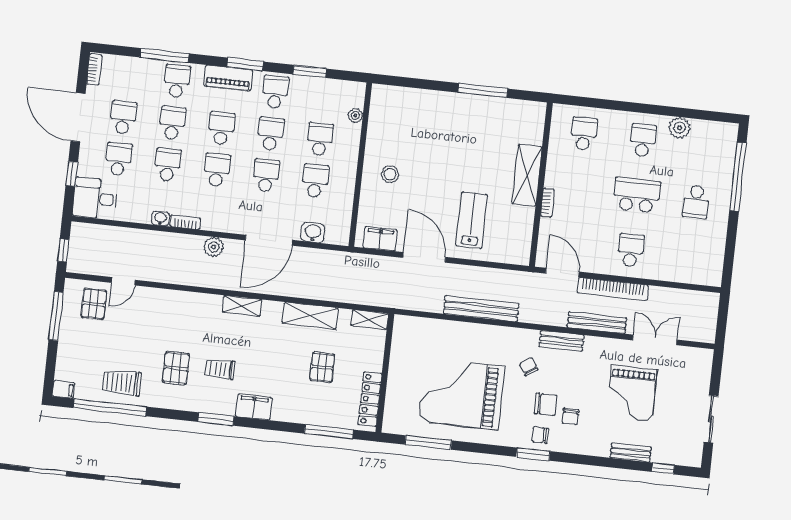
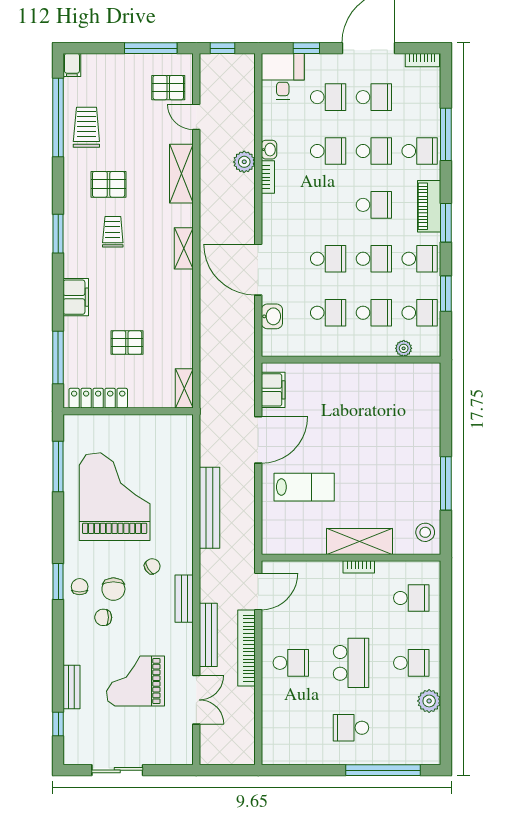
school desk: (217, 170) -> (420, 313), moved
stool: (390, 174) -> (425, 532), moved
bookcase: (547, 203) -> (359, 567), moved
plant: (214, 247) -> (244, 162), moved
shelving: (310, 316) -> (181, 174), moved
filing cabinet: (254, 407) -> (76, 297), moved

